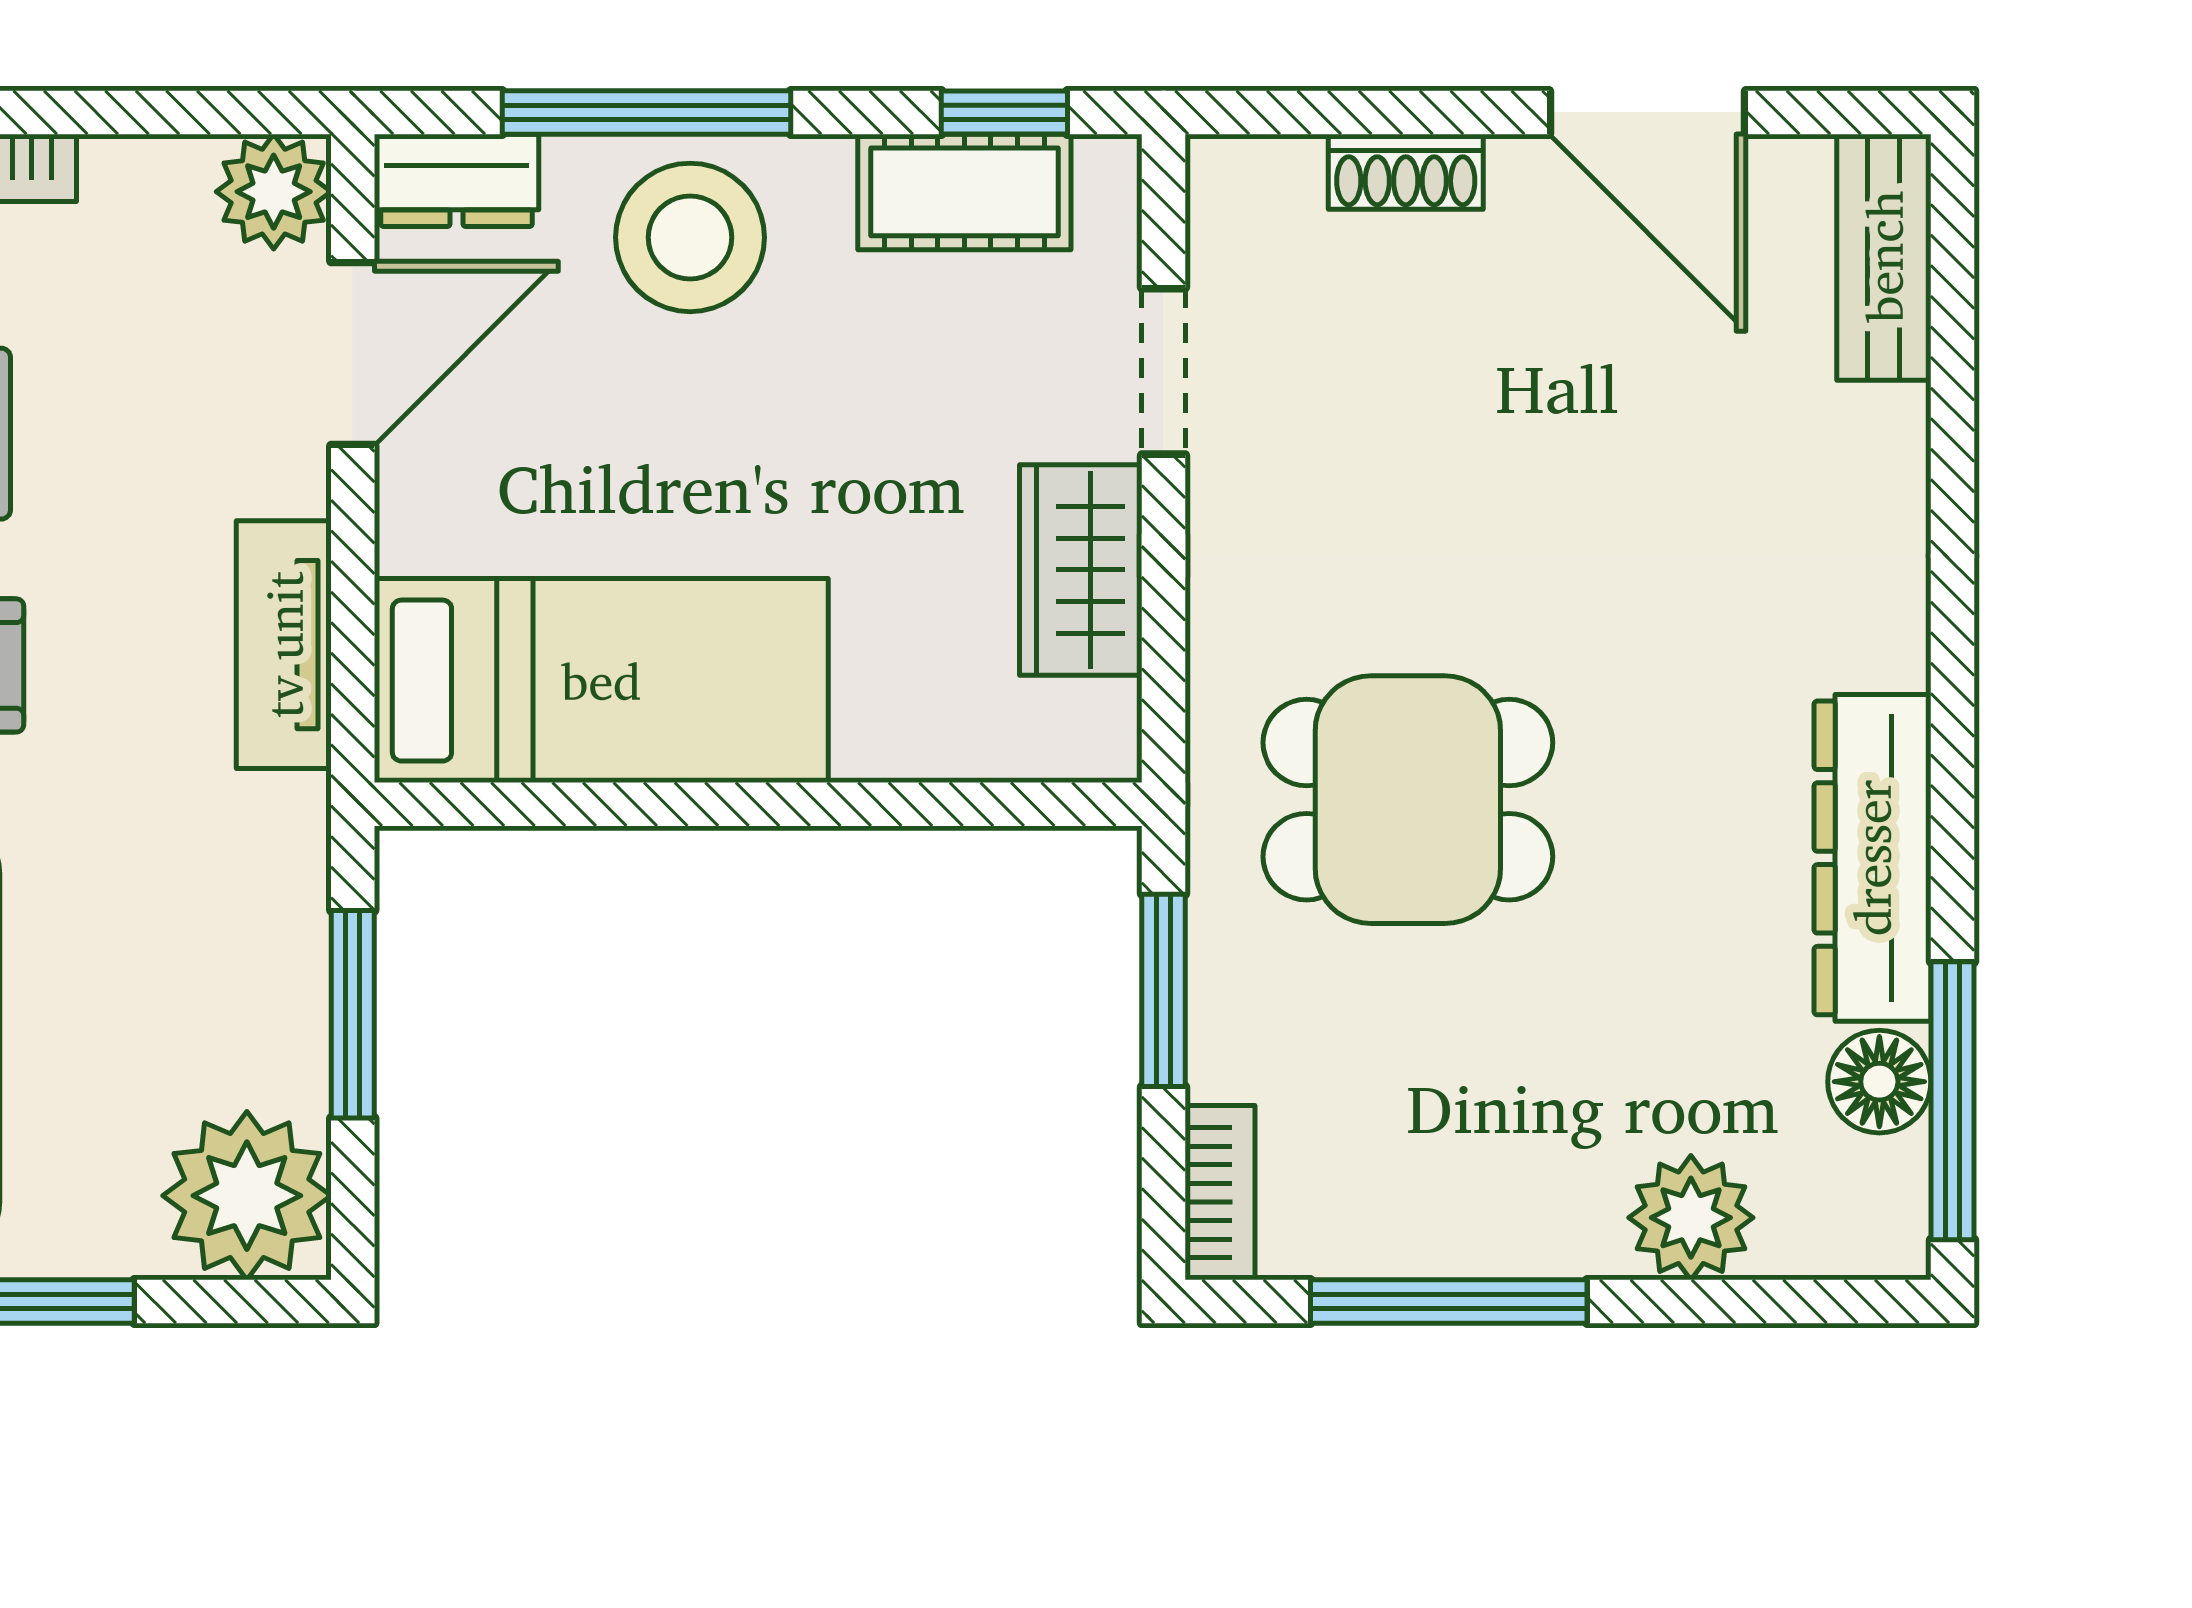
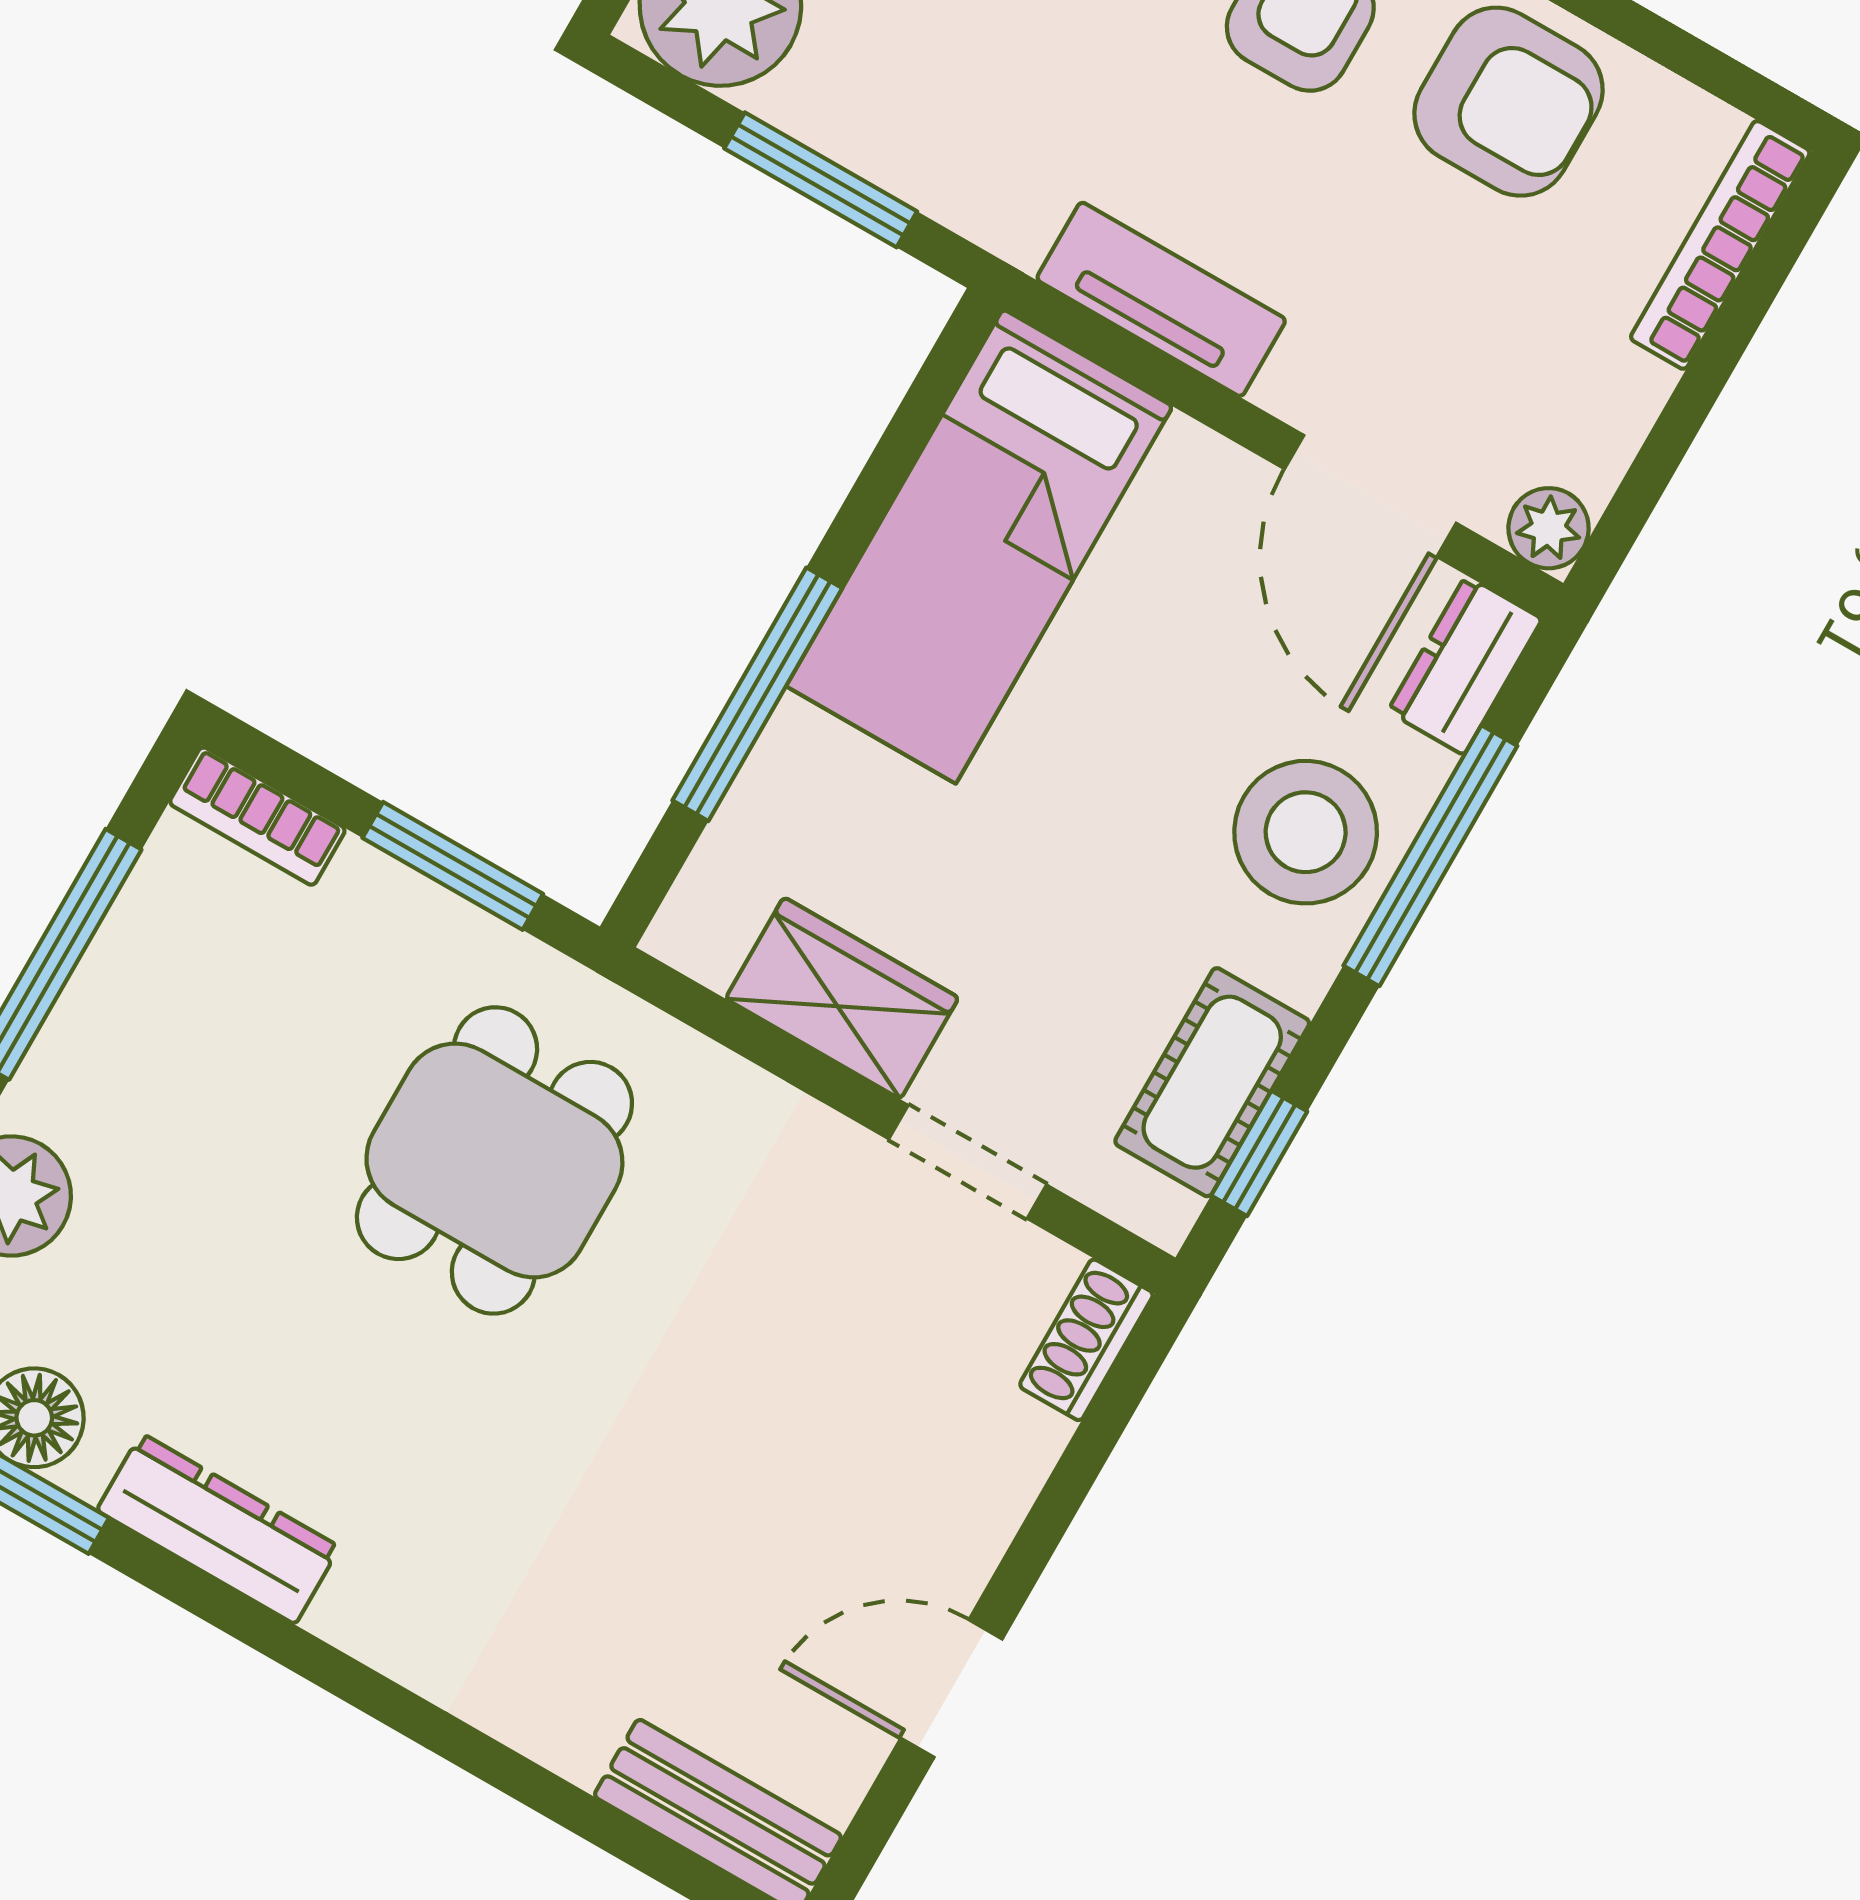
door: (1647, 112) -> (952, 1689), width x0.73
shoe rack: (1406, 172) -> (1086, 1340), moved
plant: (274, 192) -> (1549, 528), width x0.73, depth x0.73
window: (850, 804) -> (757, 694), added
dresser: (1872, 858) -> (218, 1529), width x0.73, depth x0.80

